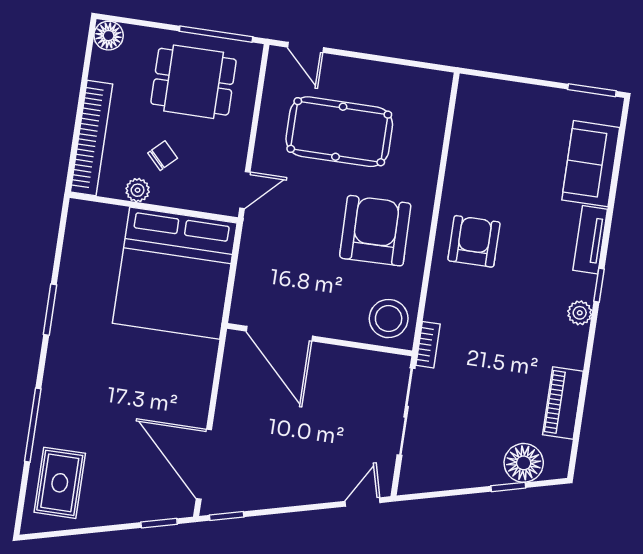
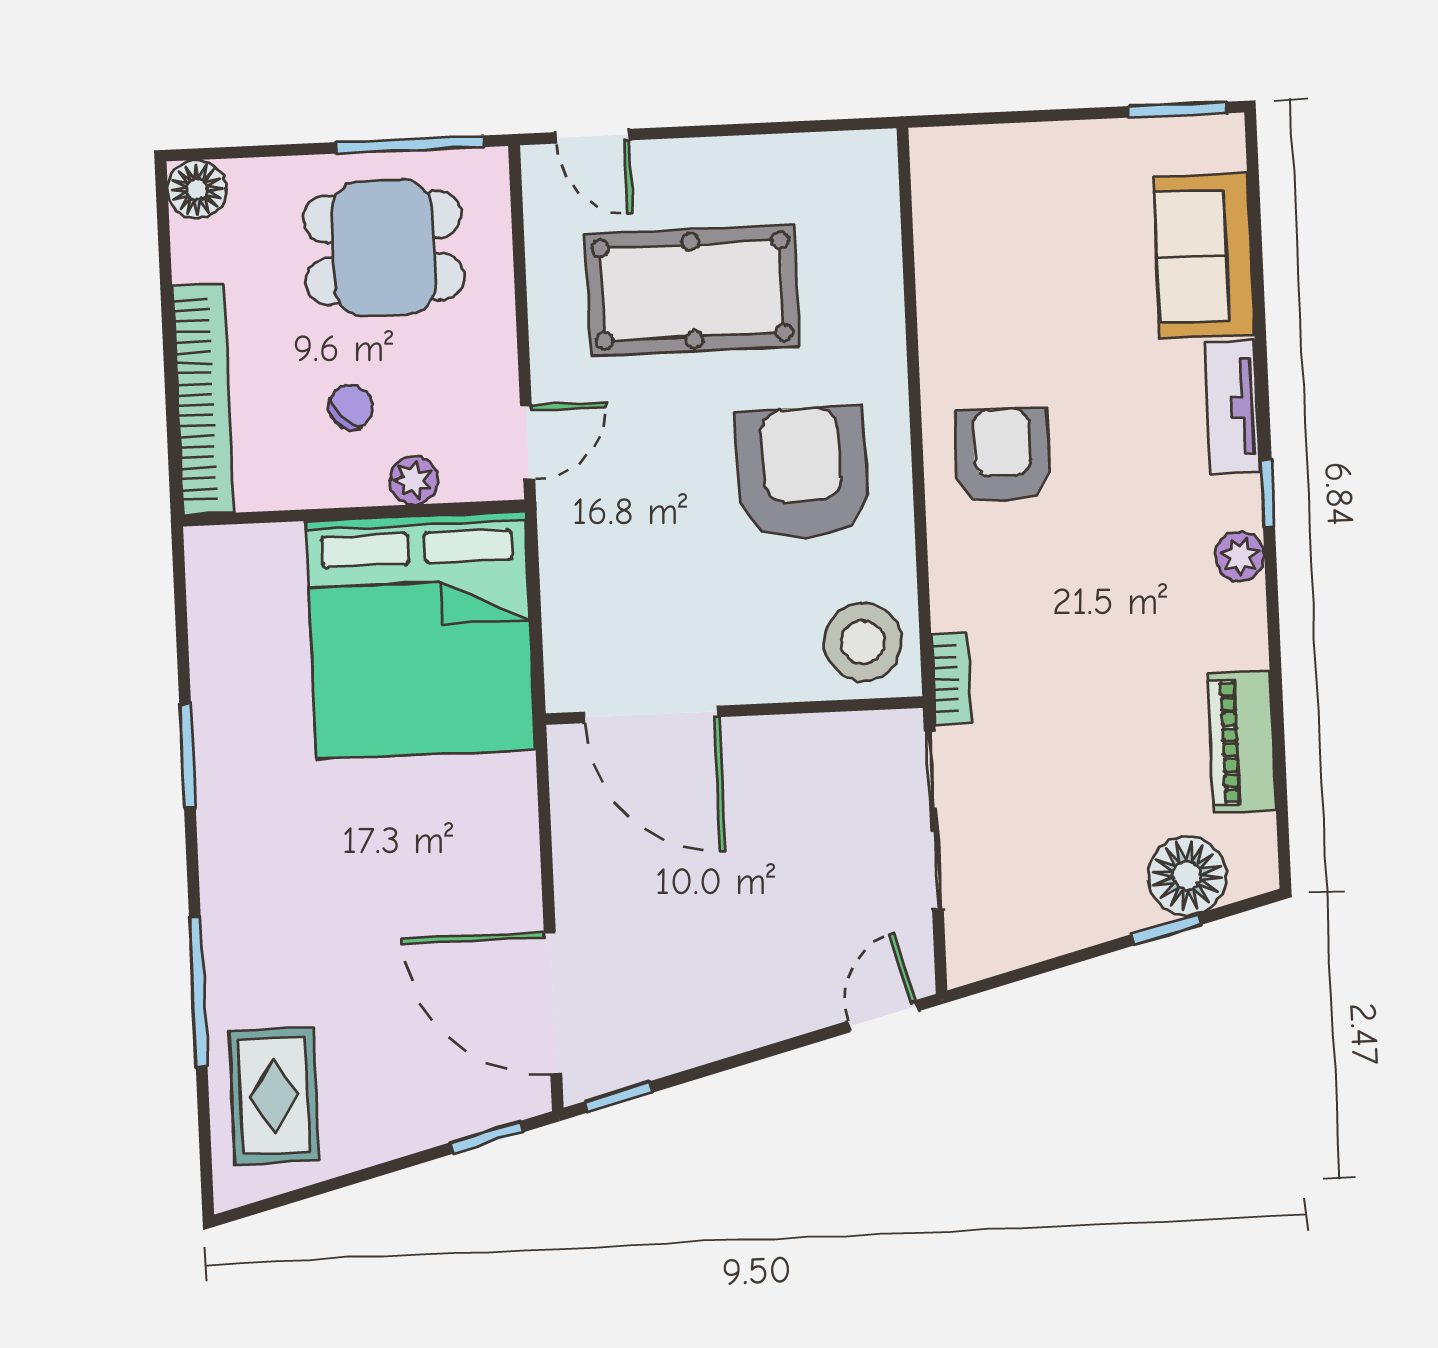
plant: (138, 190) -> (413, 480), moved

